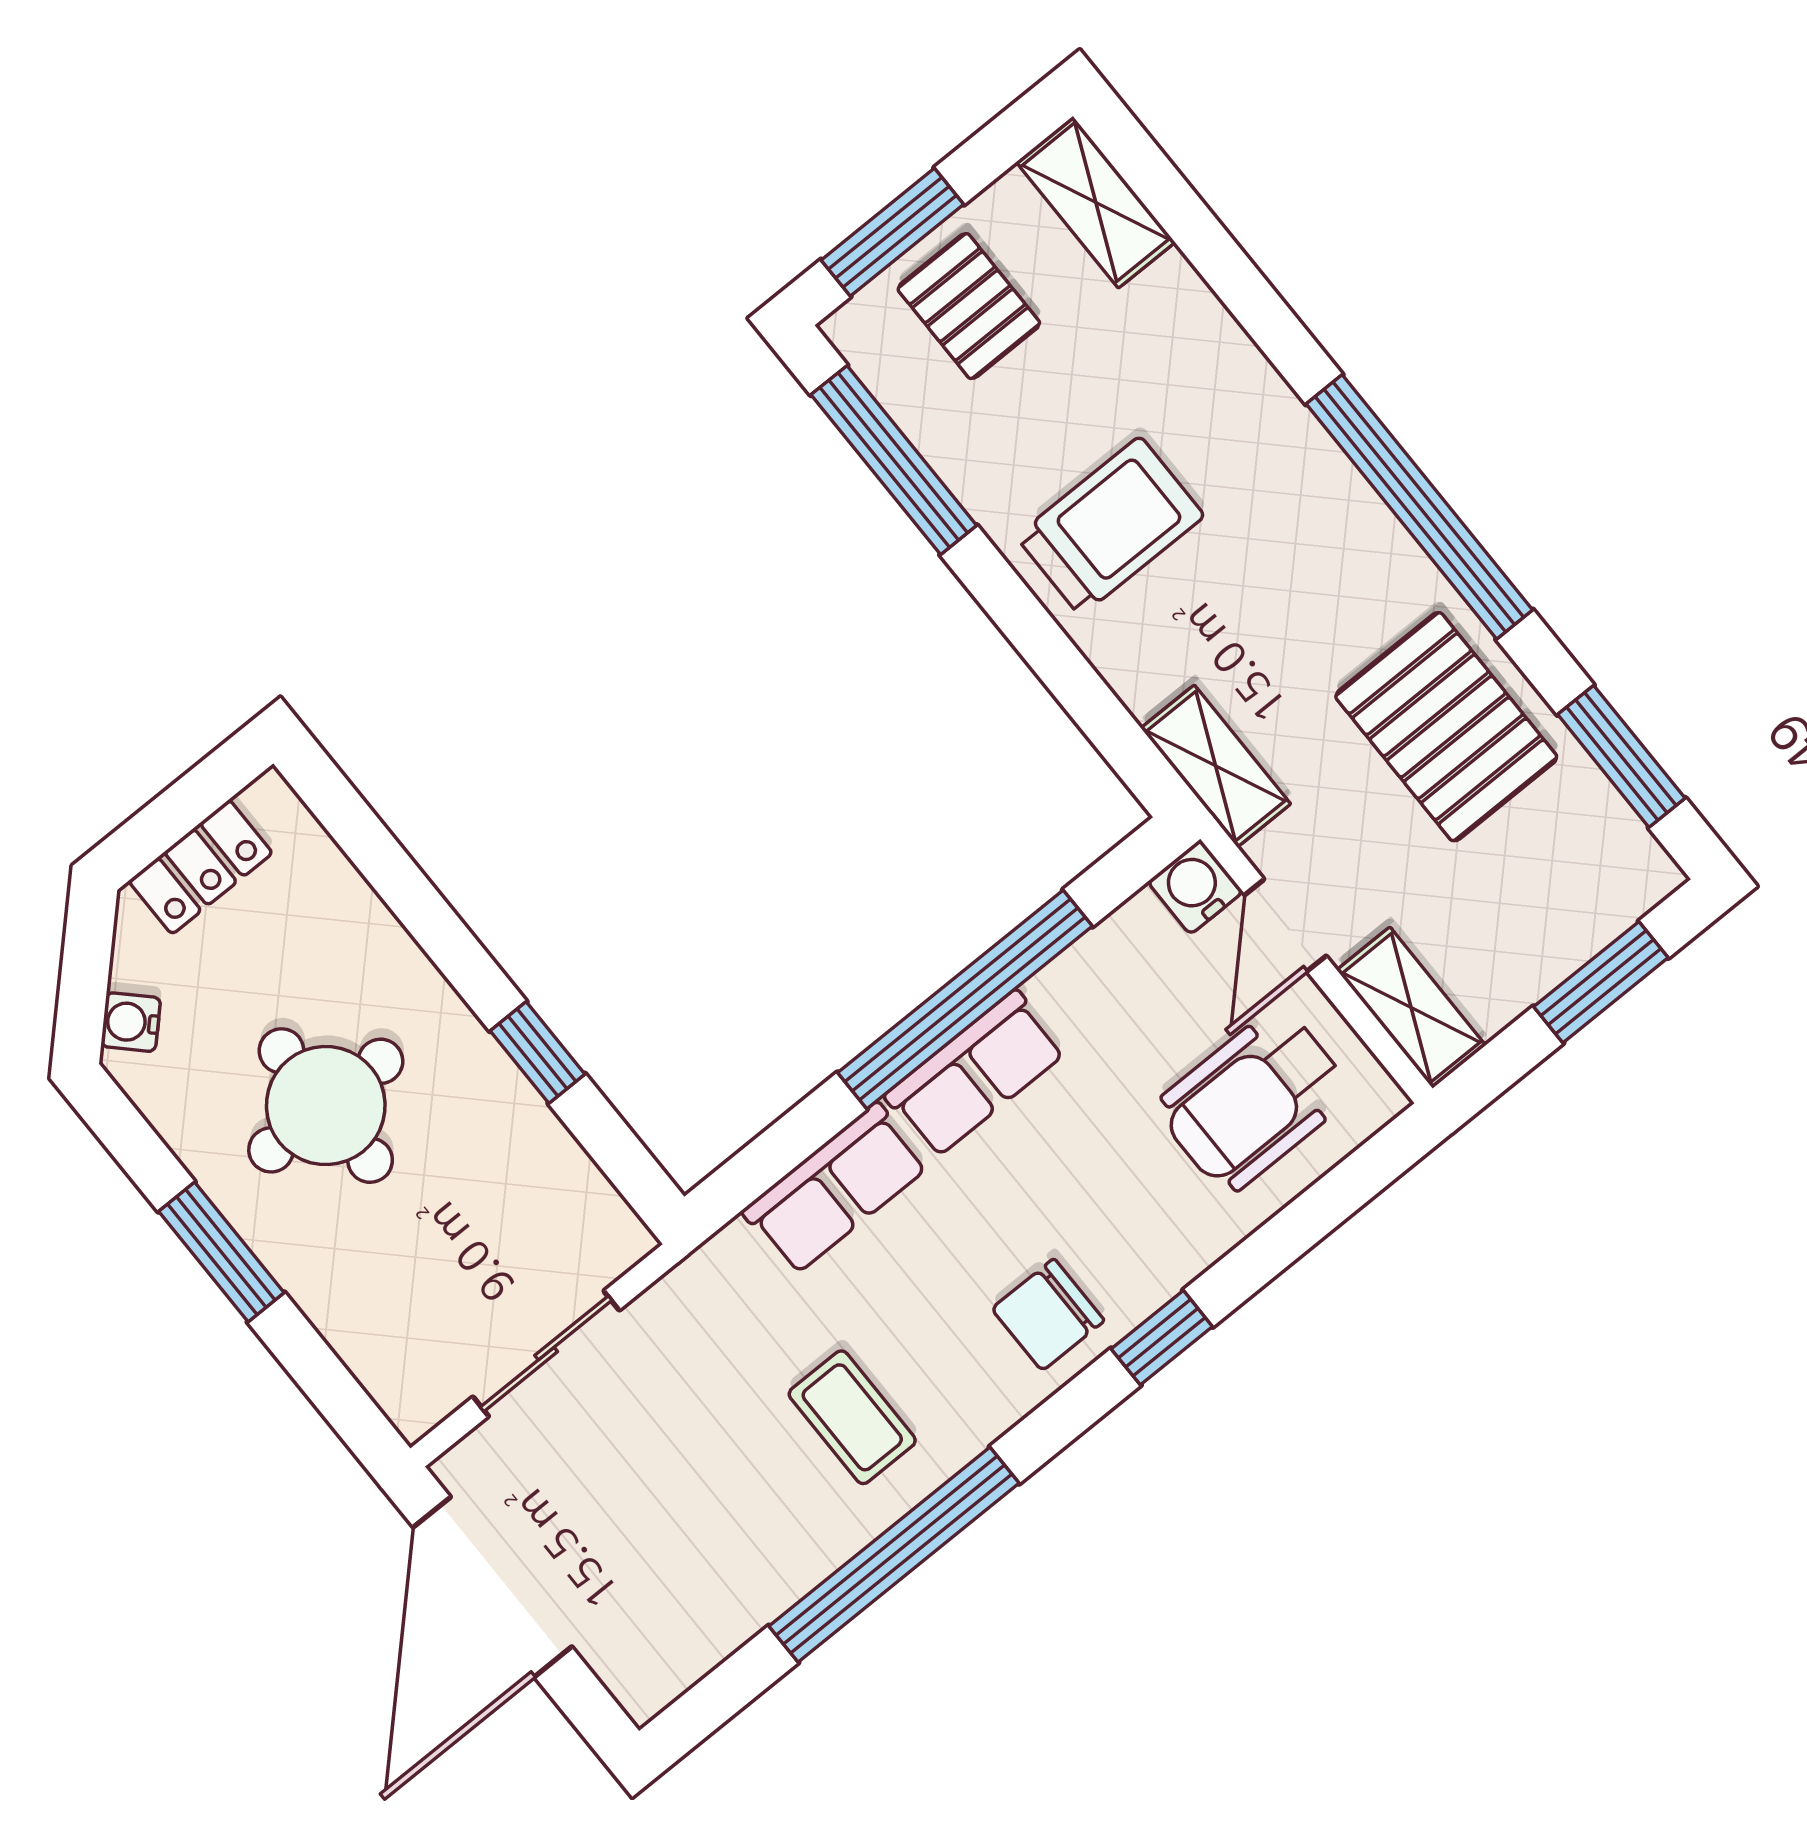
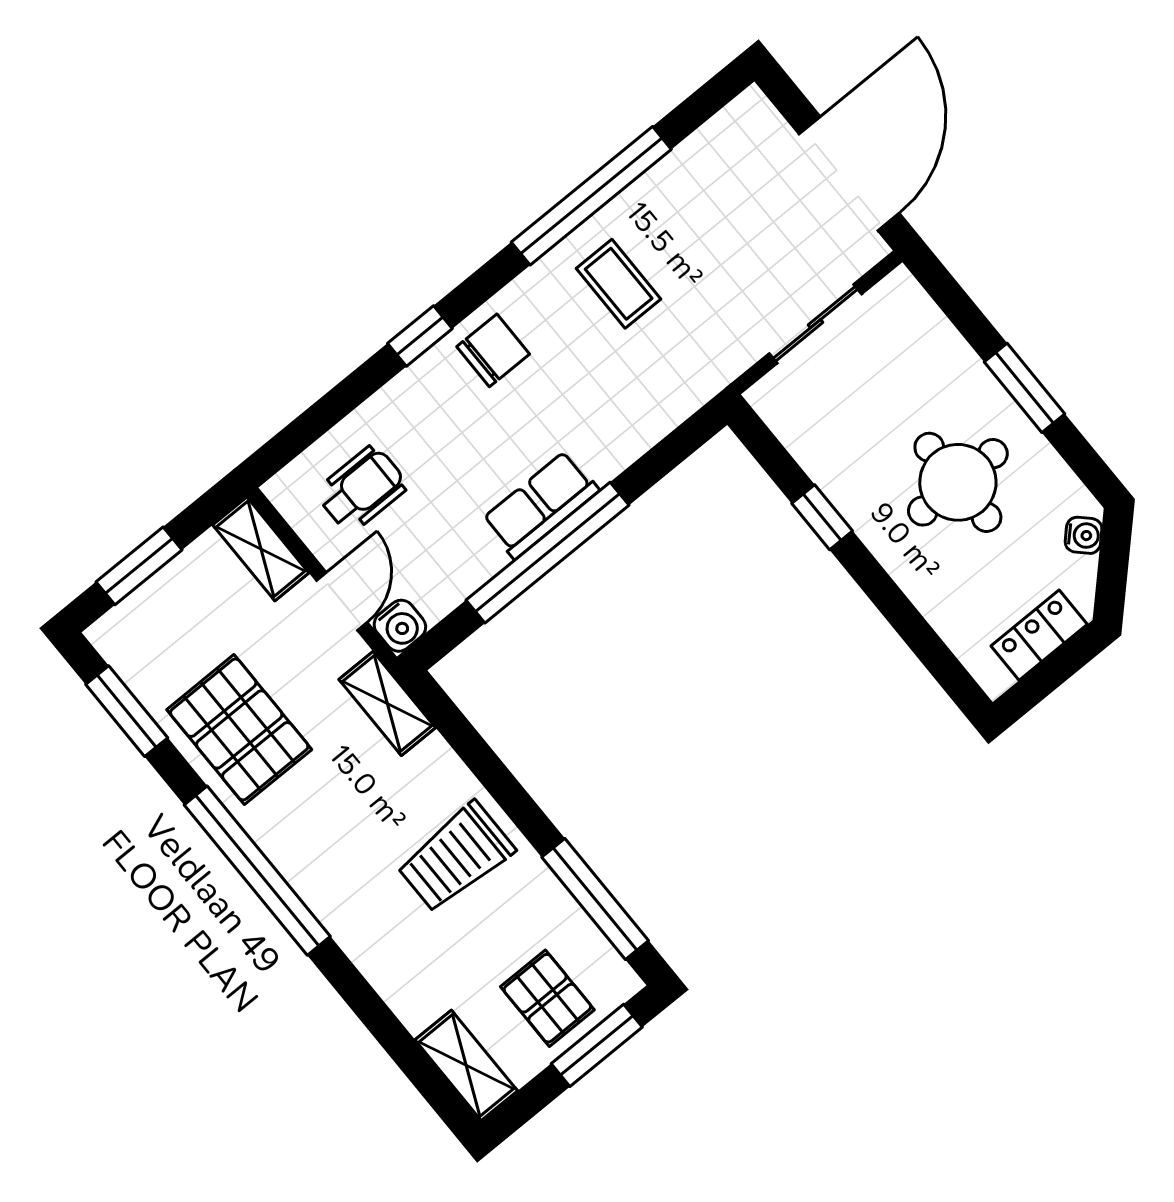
wheelchair: (1254, 1100) -> (362, 489), width x0.73, depth x0.73
row of seats: (836, 1189) -> (630, 431), removed

